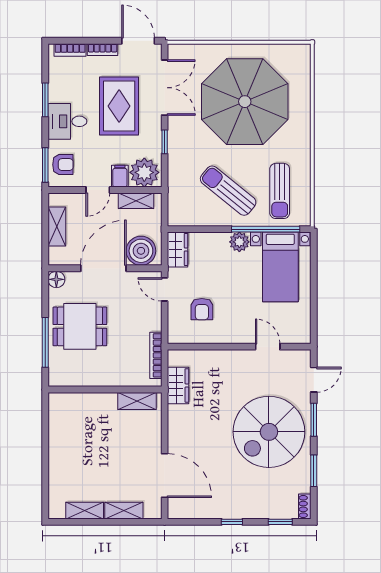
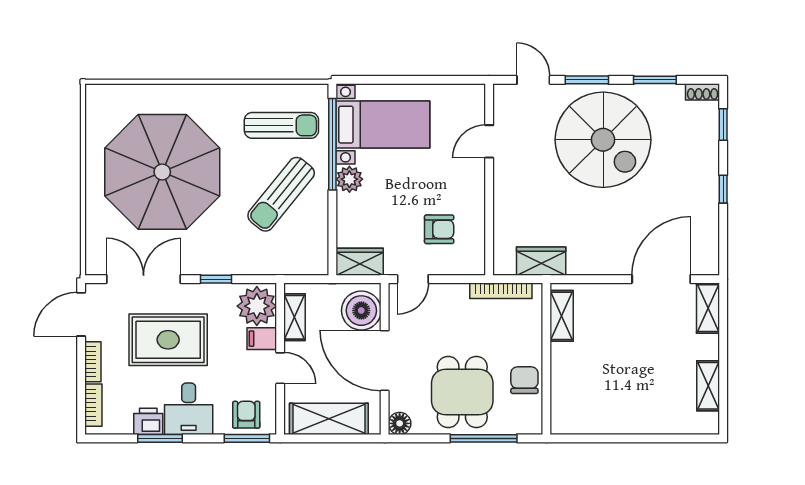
printer: (58, 91) -> (148, 421), added
shelving: (57, 227) -> (329, 419), width x1.50, depth x1.33
chair: (89, 373) -> (524, 380), added
shelving: (124, 511) -> (708, 308), moved

